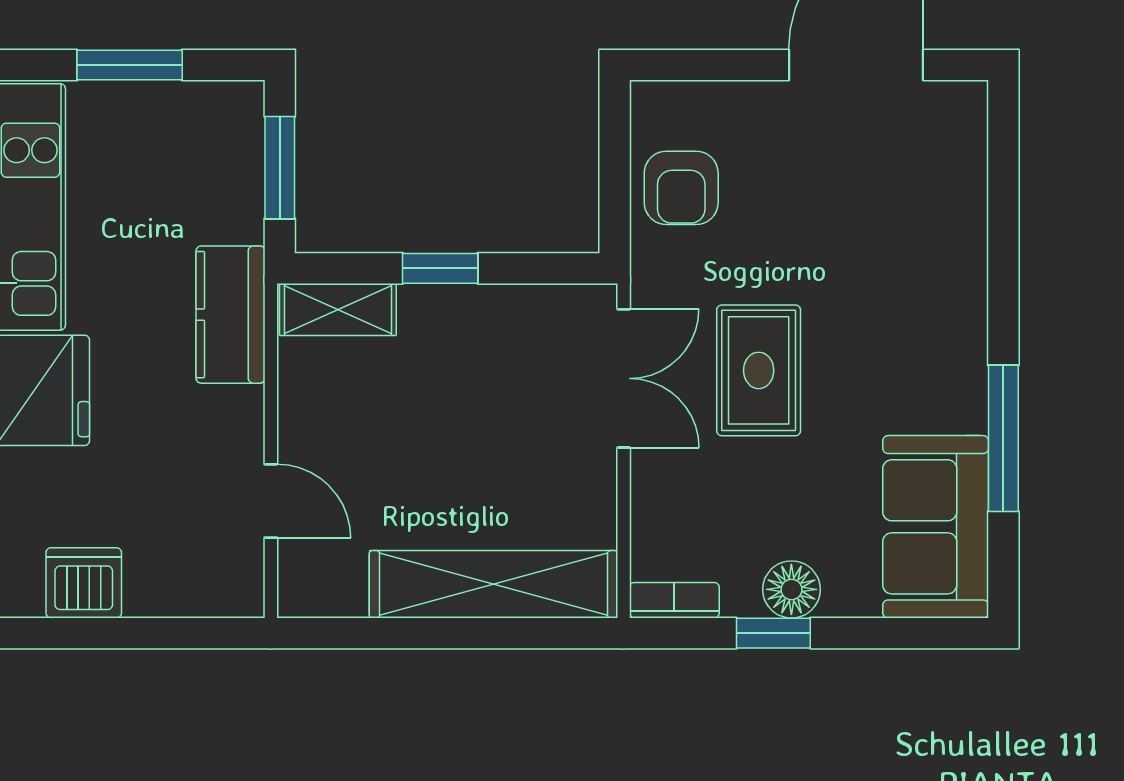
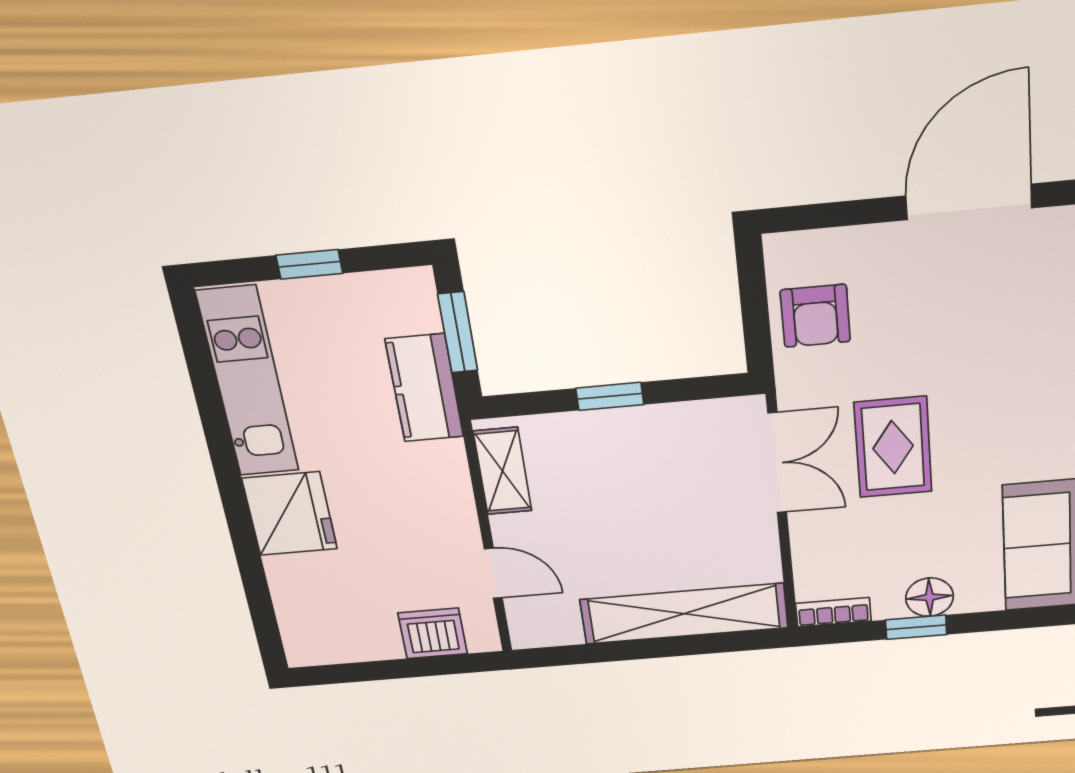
window: (130, 65) -> (309, 264), width x0.67
shelving: (338, 309) -> (502, 471), moved, turned 90
kitchen counter: (230, 315) -> (424, 388), moved
dishwasher: (84, 583) -> (433, 633), moved

